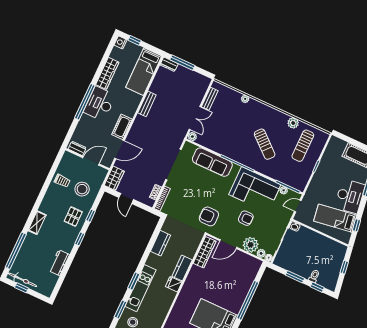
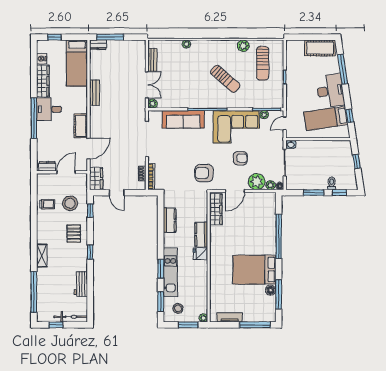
nightstand: (121, 42) -> (42, 59), moved
desk: (100, 104) -> (49, 109), width x0.73
window: (91, 216) -> (90, 210), moved
bicycle: (23, 280) -> (71, 317), moved

